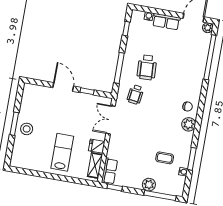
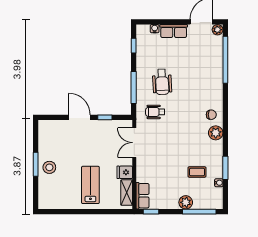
wheelchair: (135, 95) -> (155, 112), turned 82

